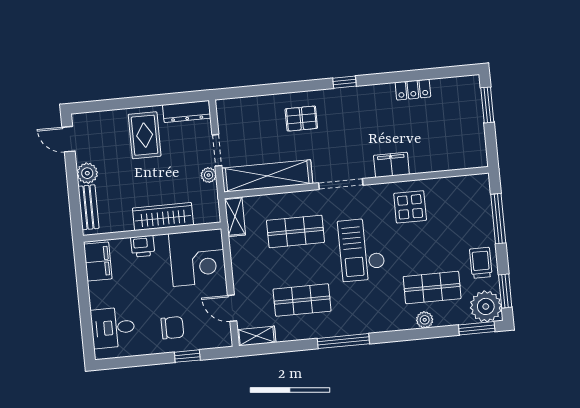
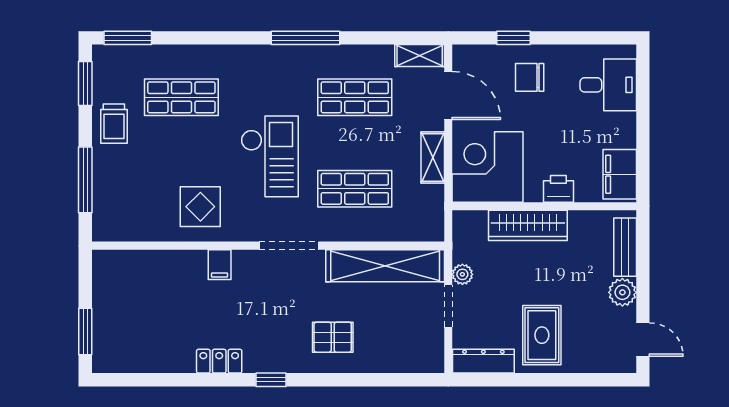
locker: (413, 90) -> (219, 361), moved
filing cabinet: (391, 165) -> (220, 265), width x0.50
shelving: (235, 217) -> (433, 158), moved
plant: (486, 306) -> (113, 65), removed
door: (232, 308) -> (448, 96), width x1.38
plant: (425, 320) -> (195, 56), removed

